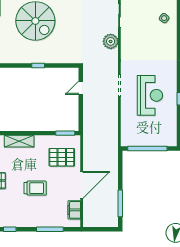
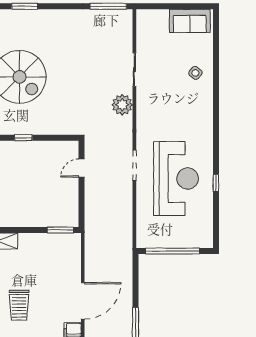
reception desk: (150, 95) -> (176, 178), width x1.36, depth x1.30
pallet: (62, 157) -> (56, 263), removed
trolley: (35, 188) -> (19, 305), turned 90

